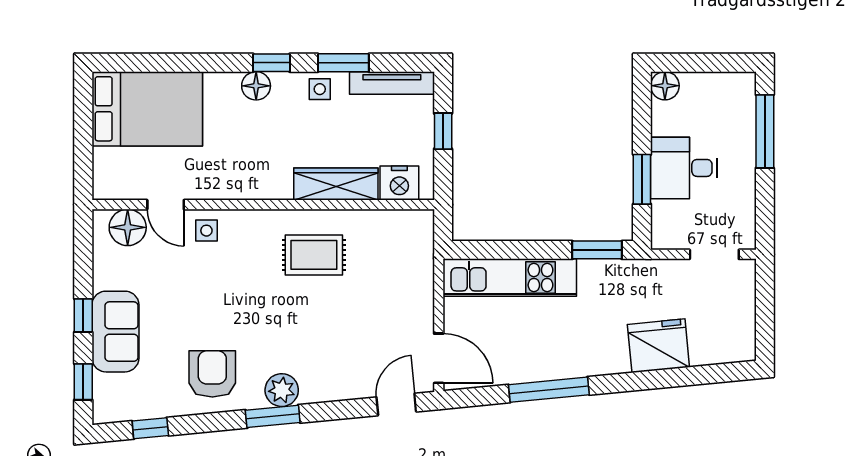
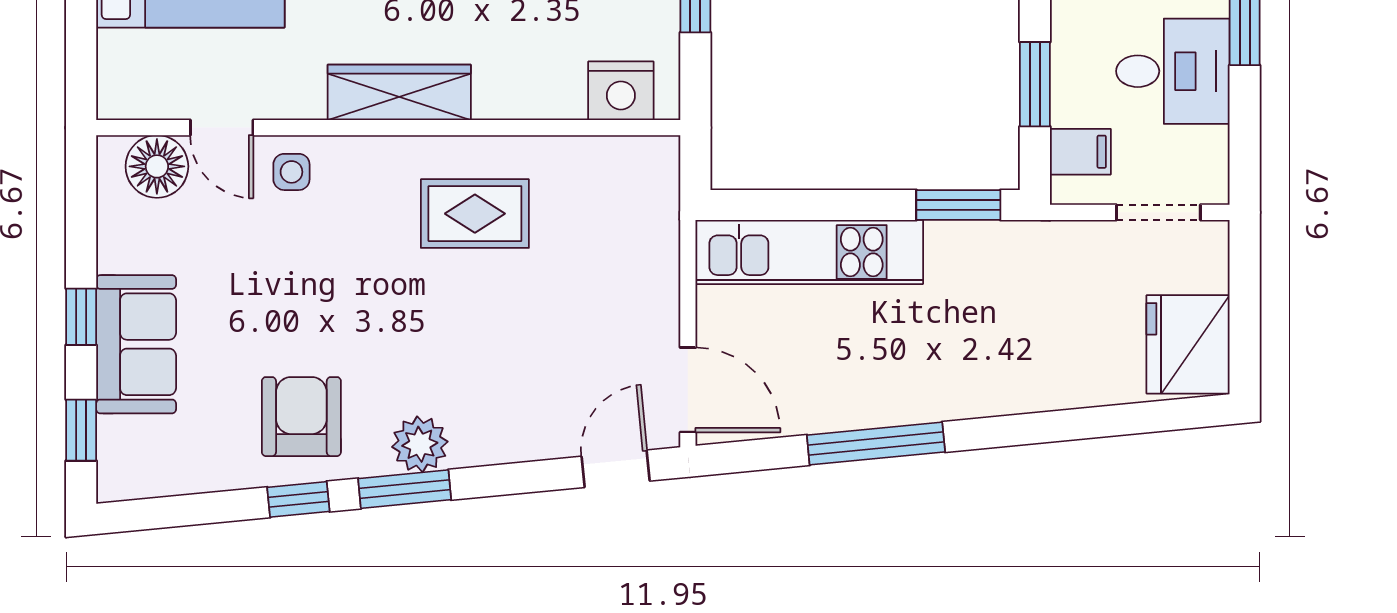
desk: (684, 168) -> (1173, 71), moved, turned 180
wardrobe: (336, 184) -> (399, 92), moved
filing cabinet: (669, 219) -> (1080, 152), added
fridge: (658, 346) -> (1188, 344), moved, turned -84
window: (150, 428) -> (298, 499), moved

